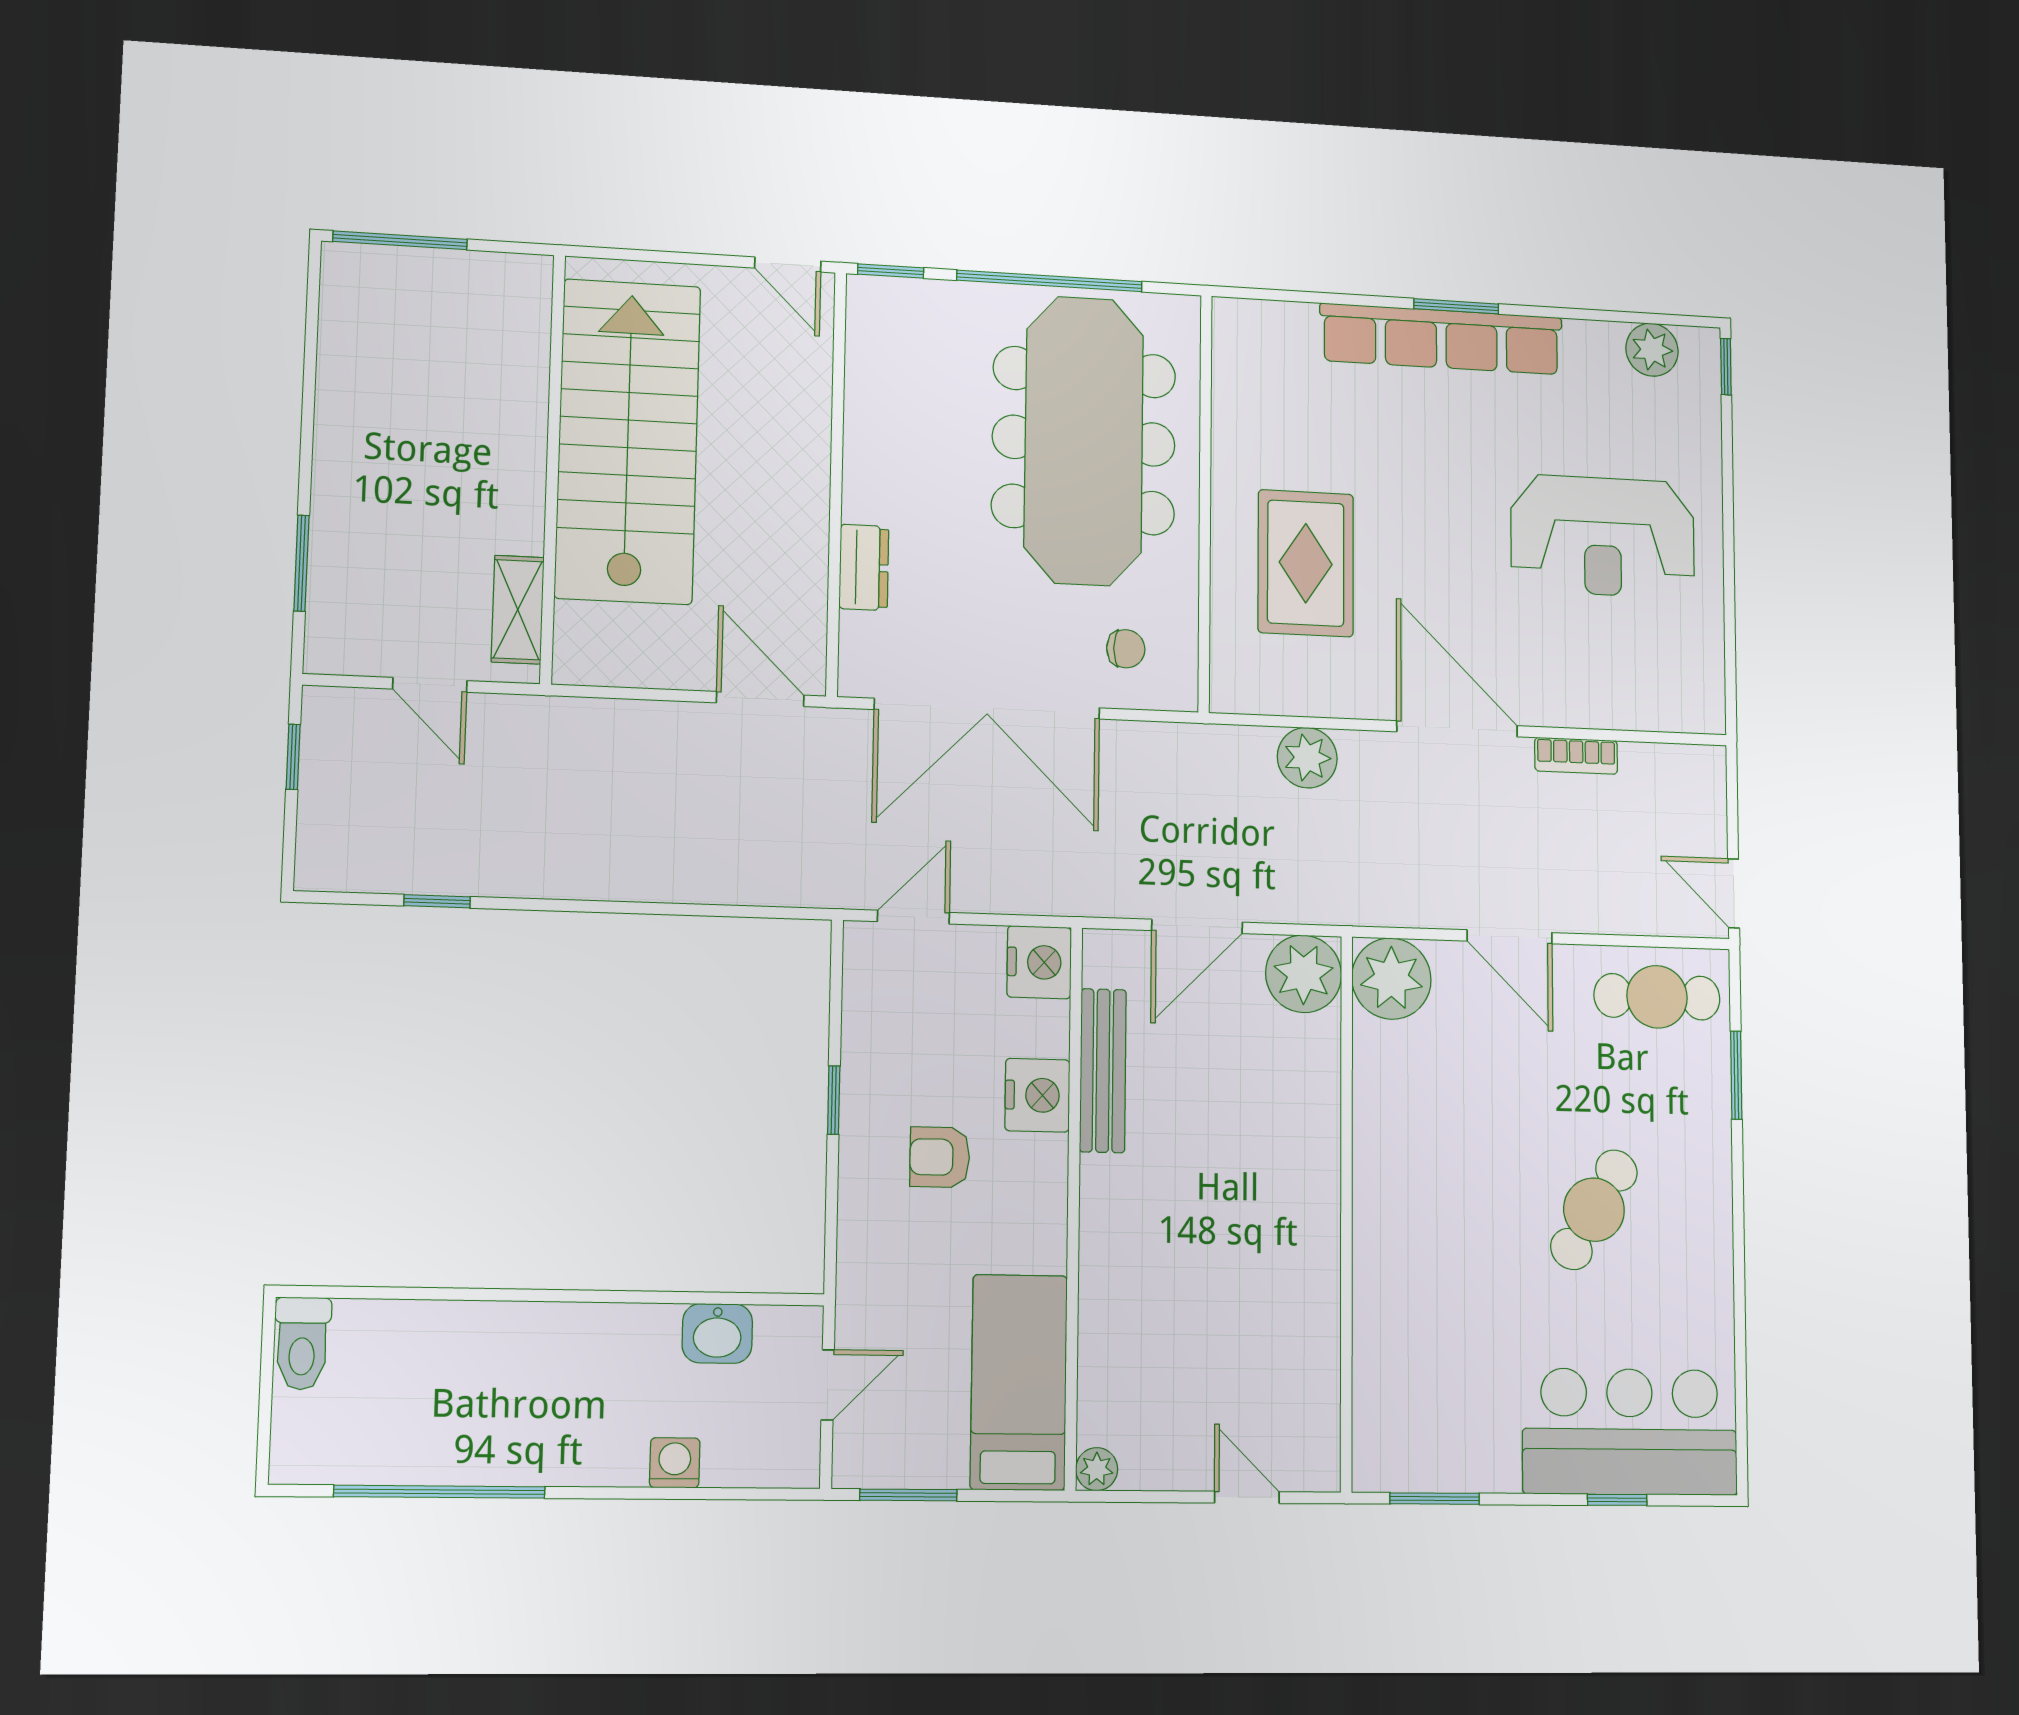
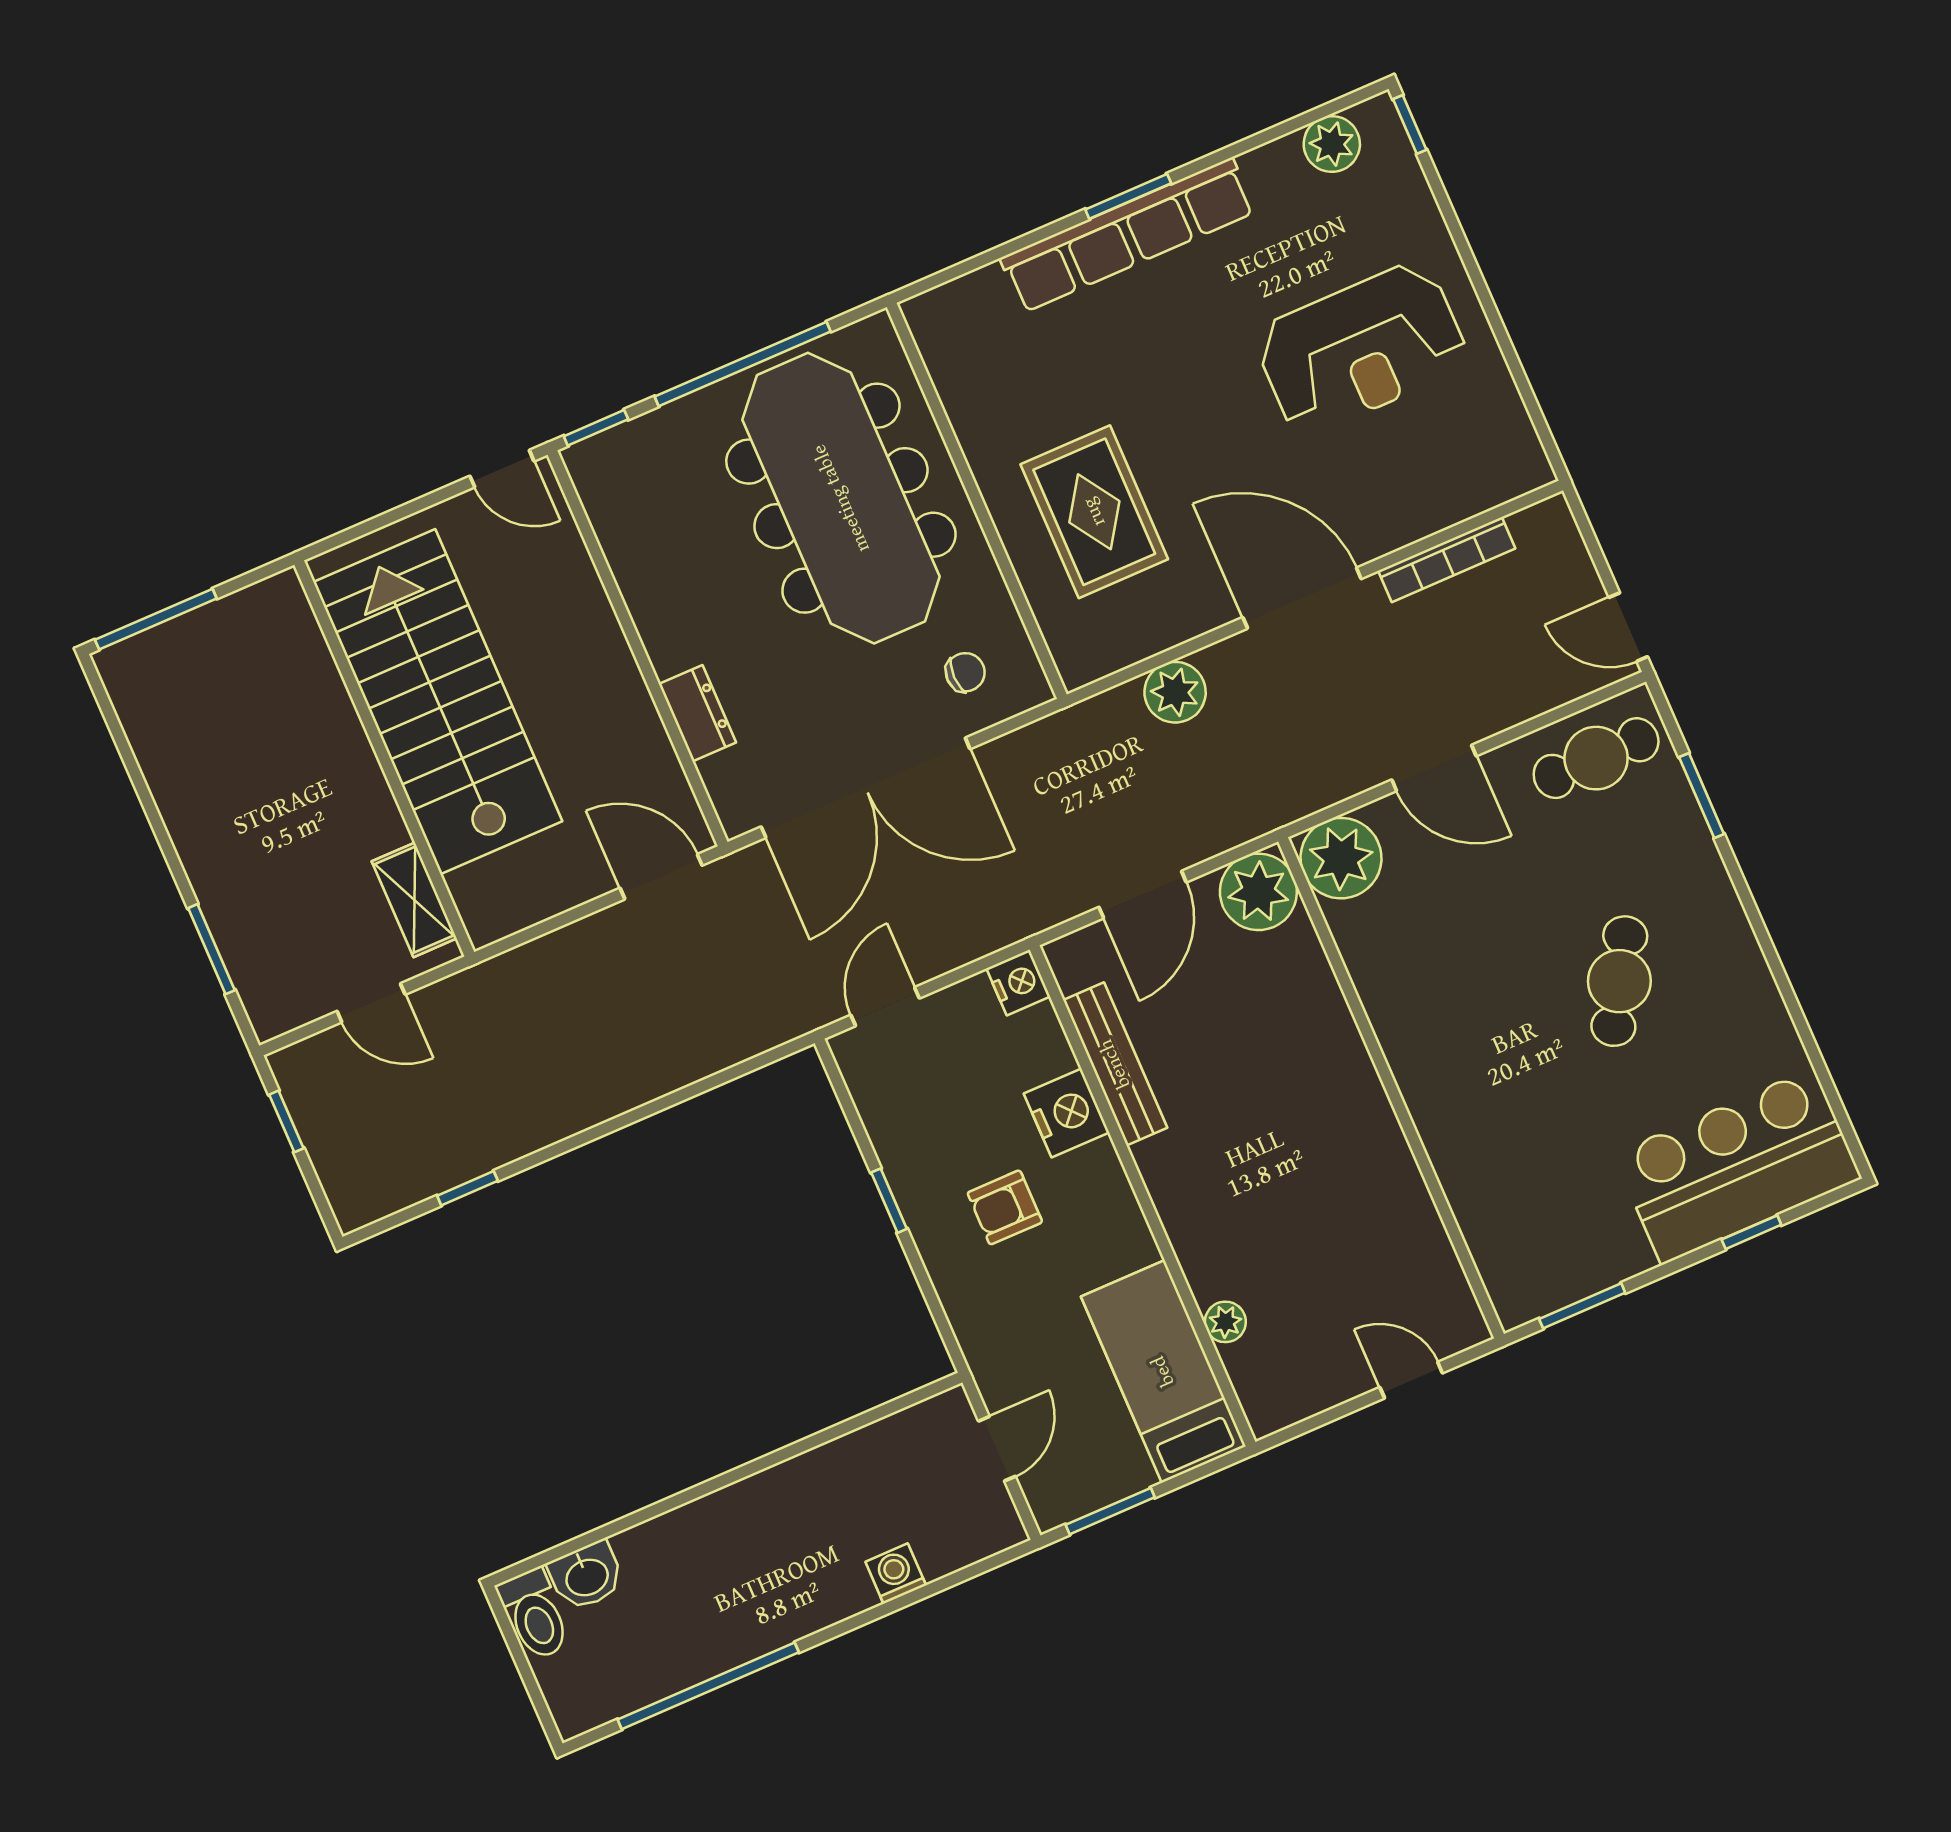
bookcase: (1576, 756) -> (1447, 560), width x1.56
nightstand: (1039, 962) -> (1018, 982), width x0.74, depth x0.75
washbasin: (717, 1333) -> (586, 1576), moved
plant: (1097, 1469) -> (1225, 1322), moved

